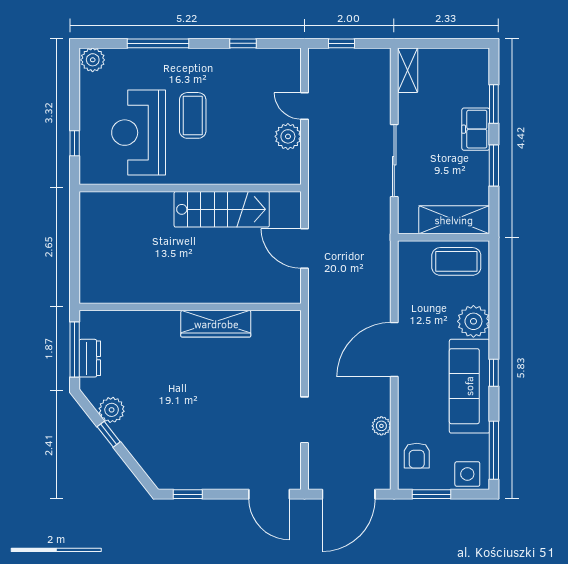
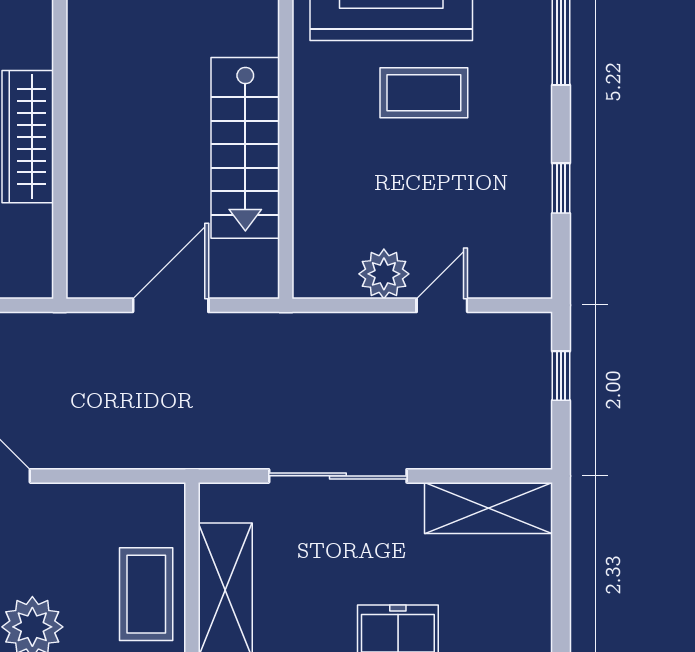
shelving: (408, 70) -> (488, 508), width x1.50, depth x1.33

